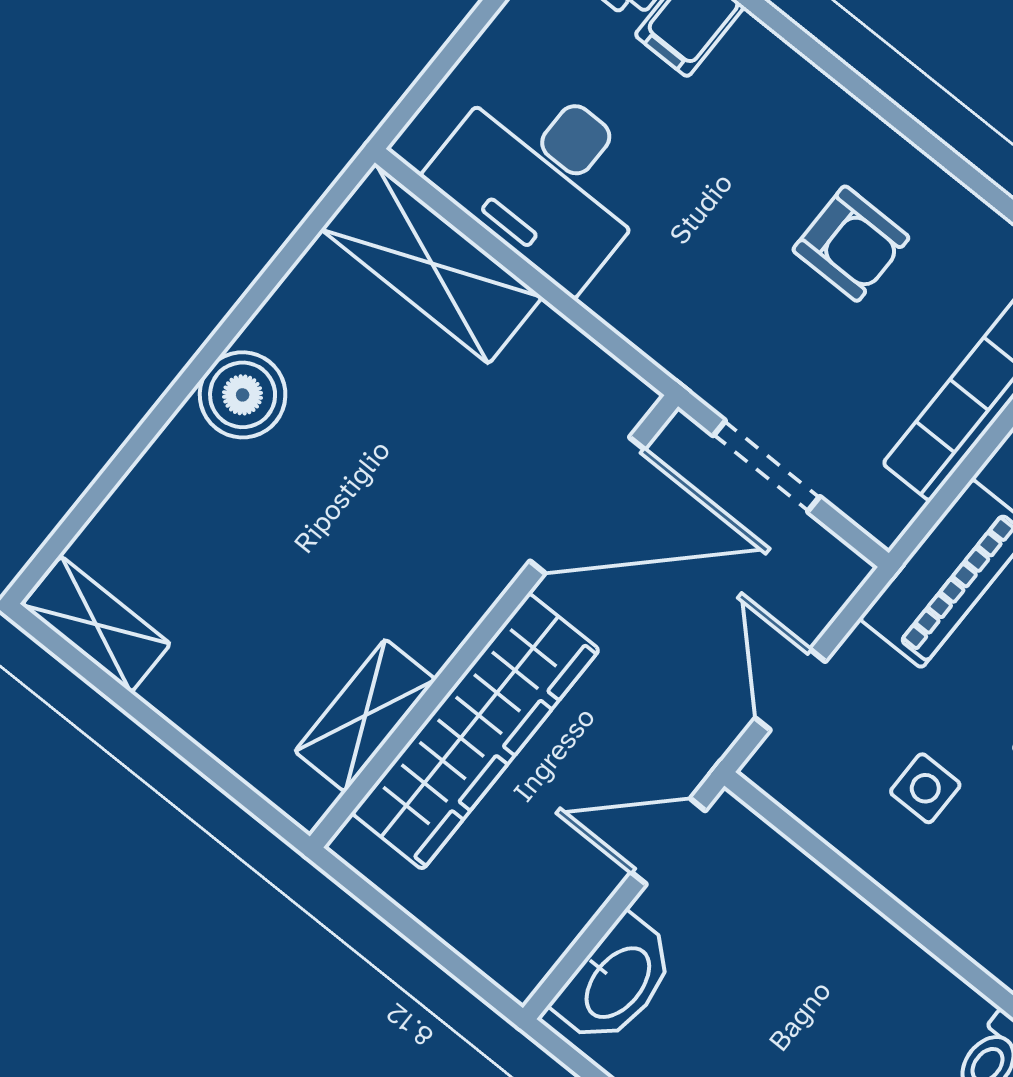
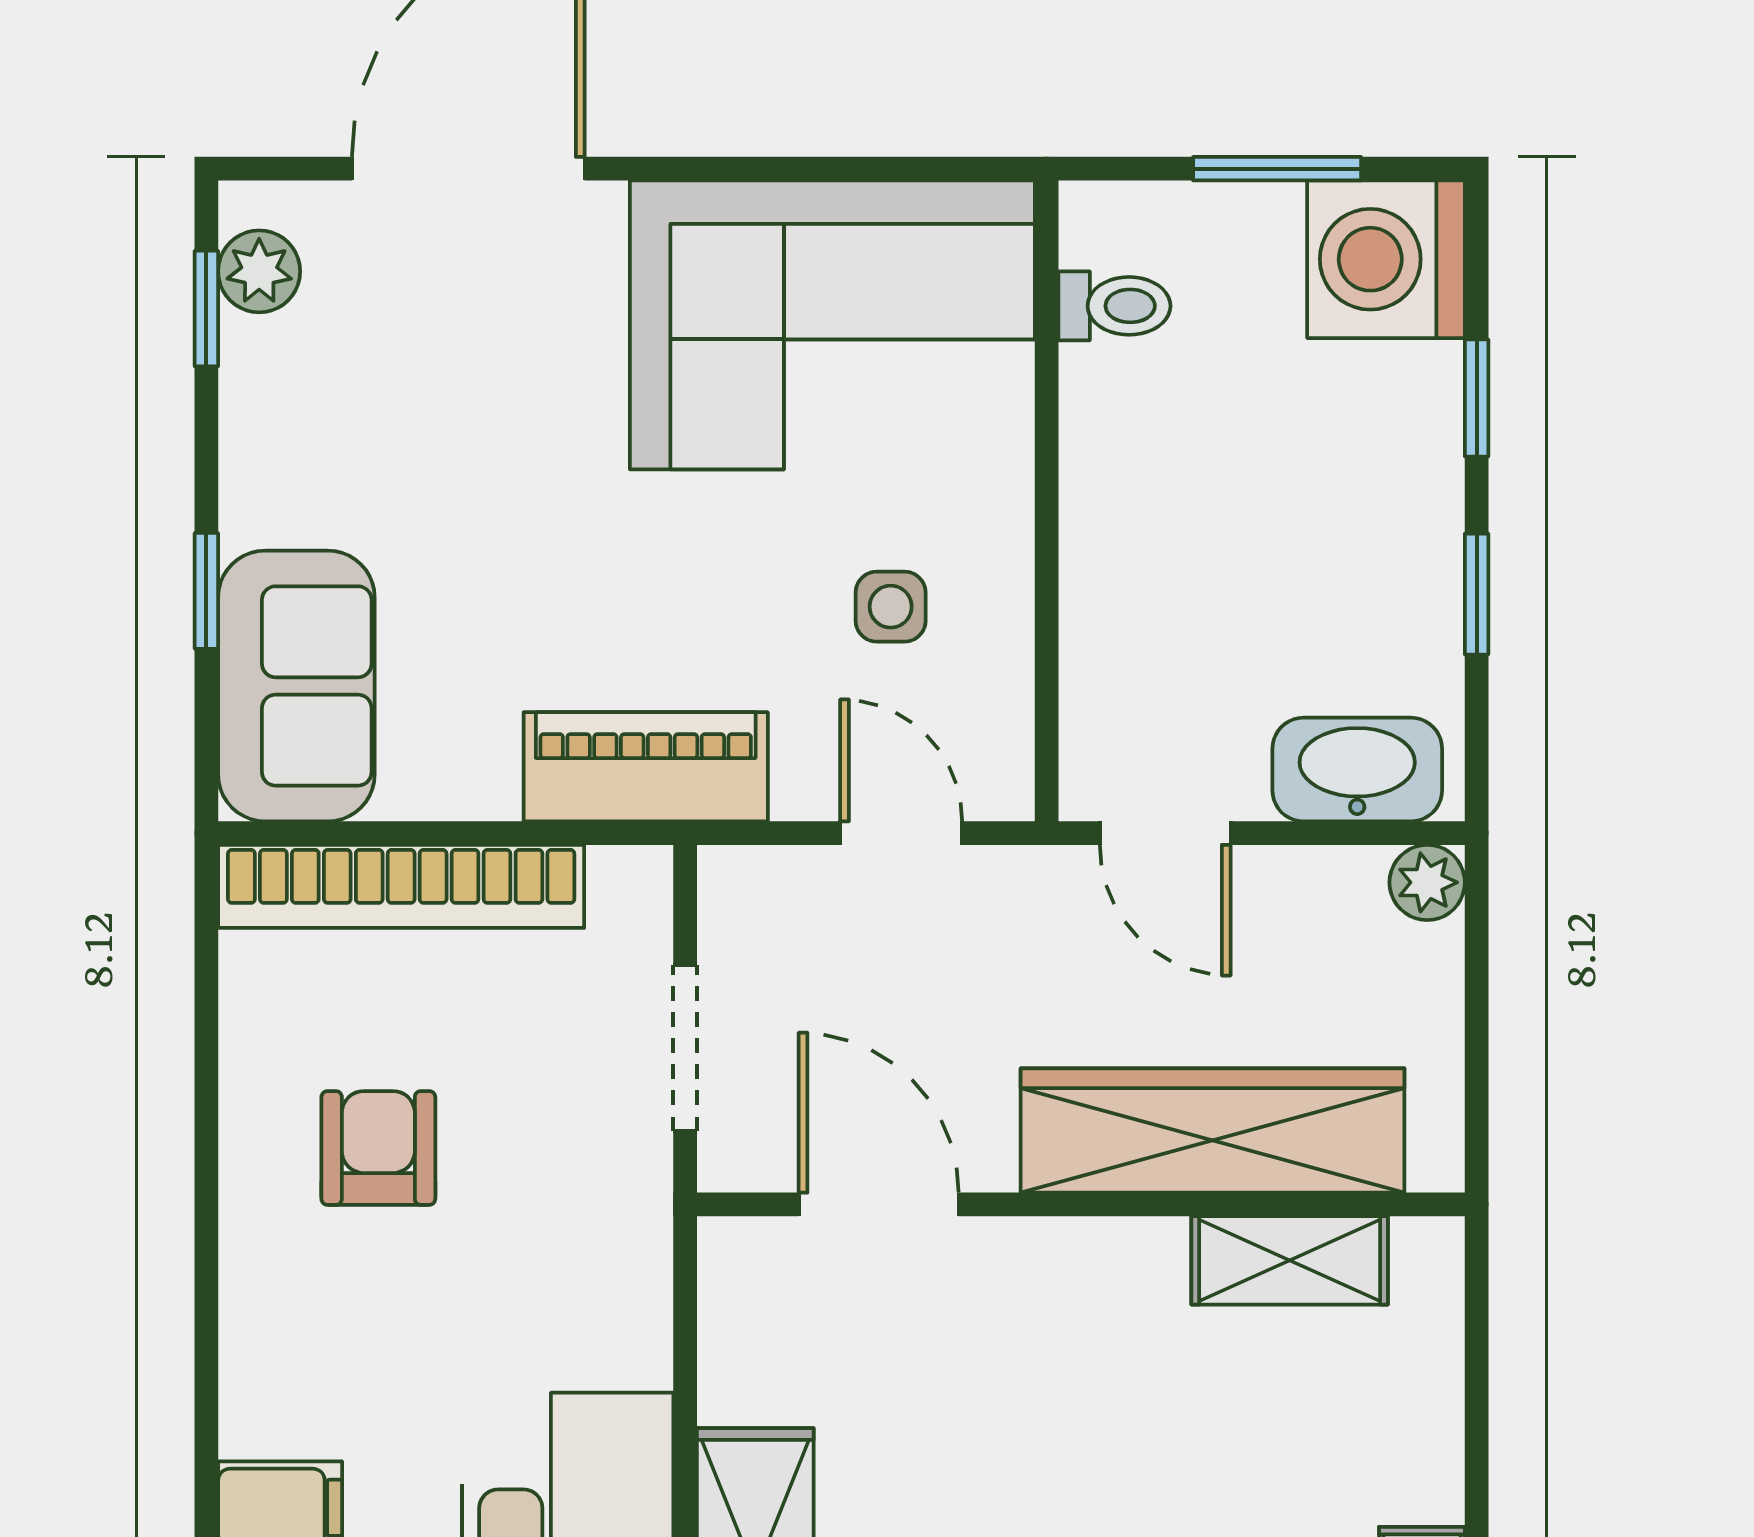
door: (587, 505) -> (879, 1204), width x0.73
door: (790, 690) -> (901, 833), swing flipped
plant: (519, 969) -> (1427, 882), added

